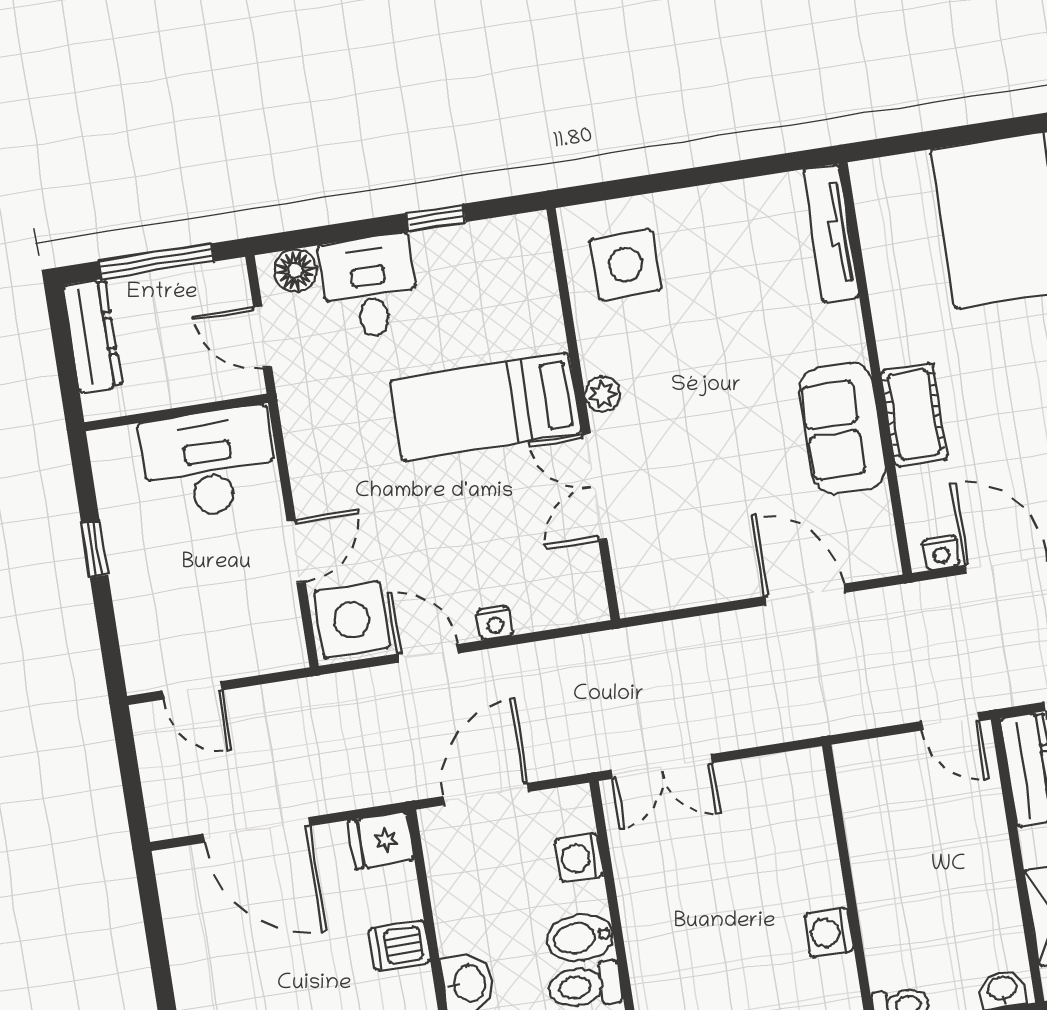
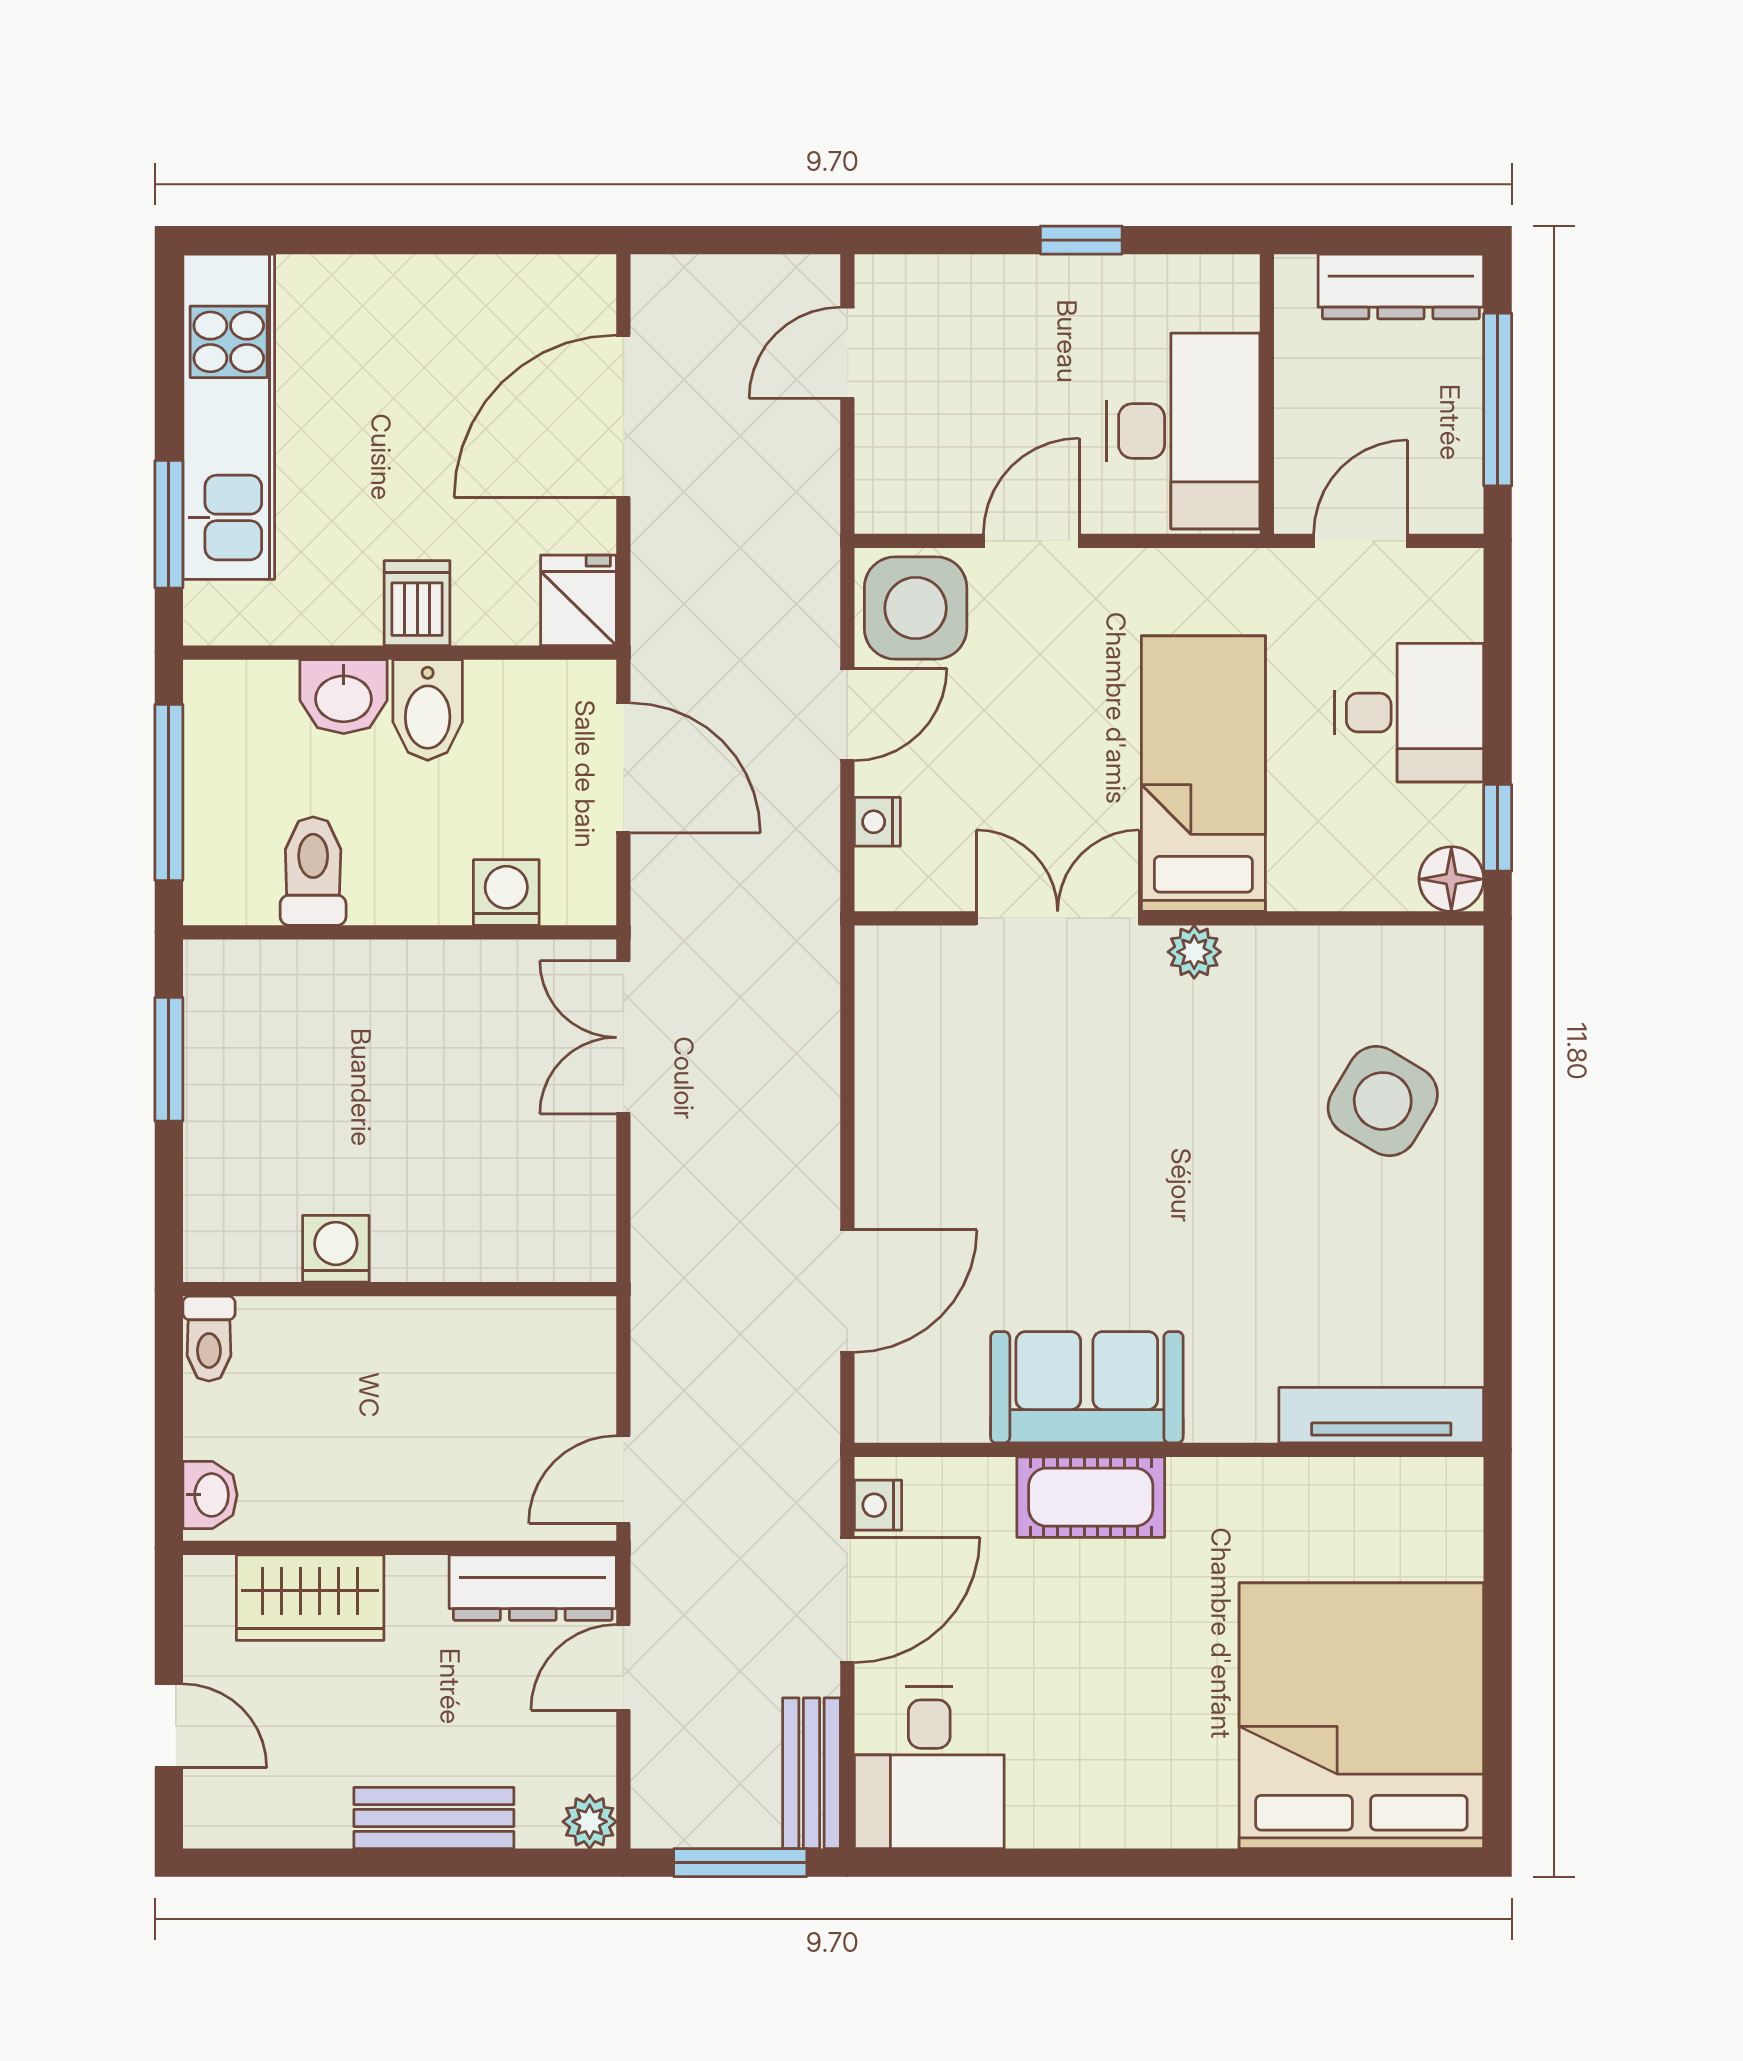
side table: (626, 265) -> (1383, 1101), turned 32
floor lamp: (295, 271) -> (1451, 879), moved
plant: (602, 394) -> (1194, 952), moved
bed: (485, 407) -> (1203, 774), moved
wall: (583, 414) -> (1169, 918), moved
double door: (595, 487) -> (1058, 918), moved
door: (296, 551) -> (1031, 541), swing flipped
bidet: (580, 938) -> (428, 710), moved, turned 180

